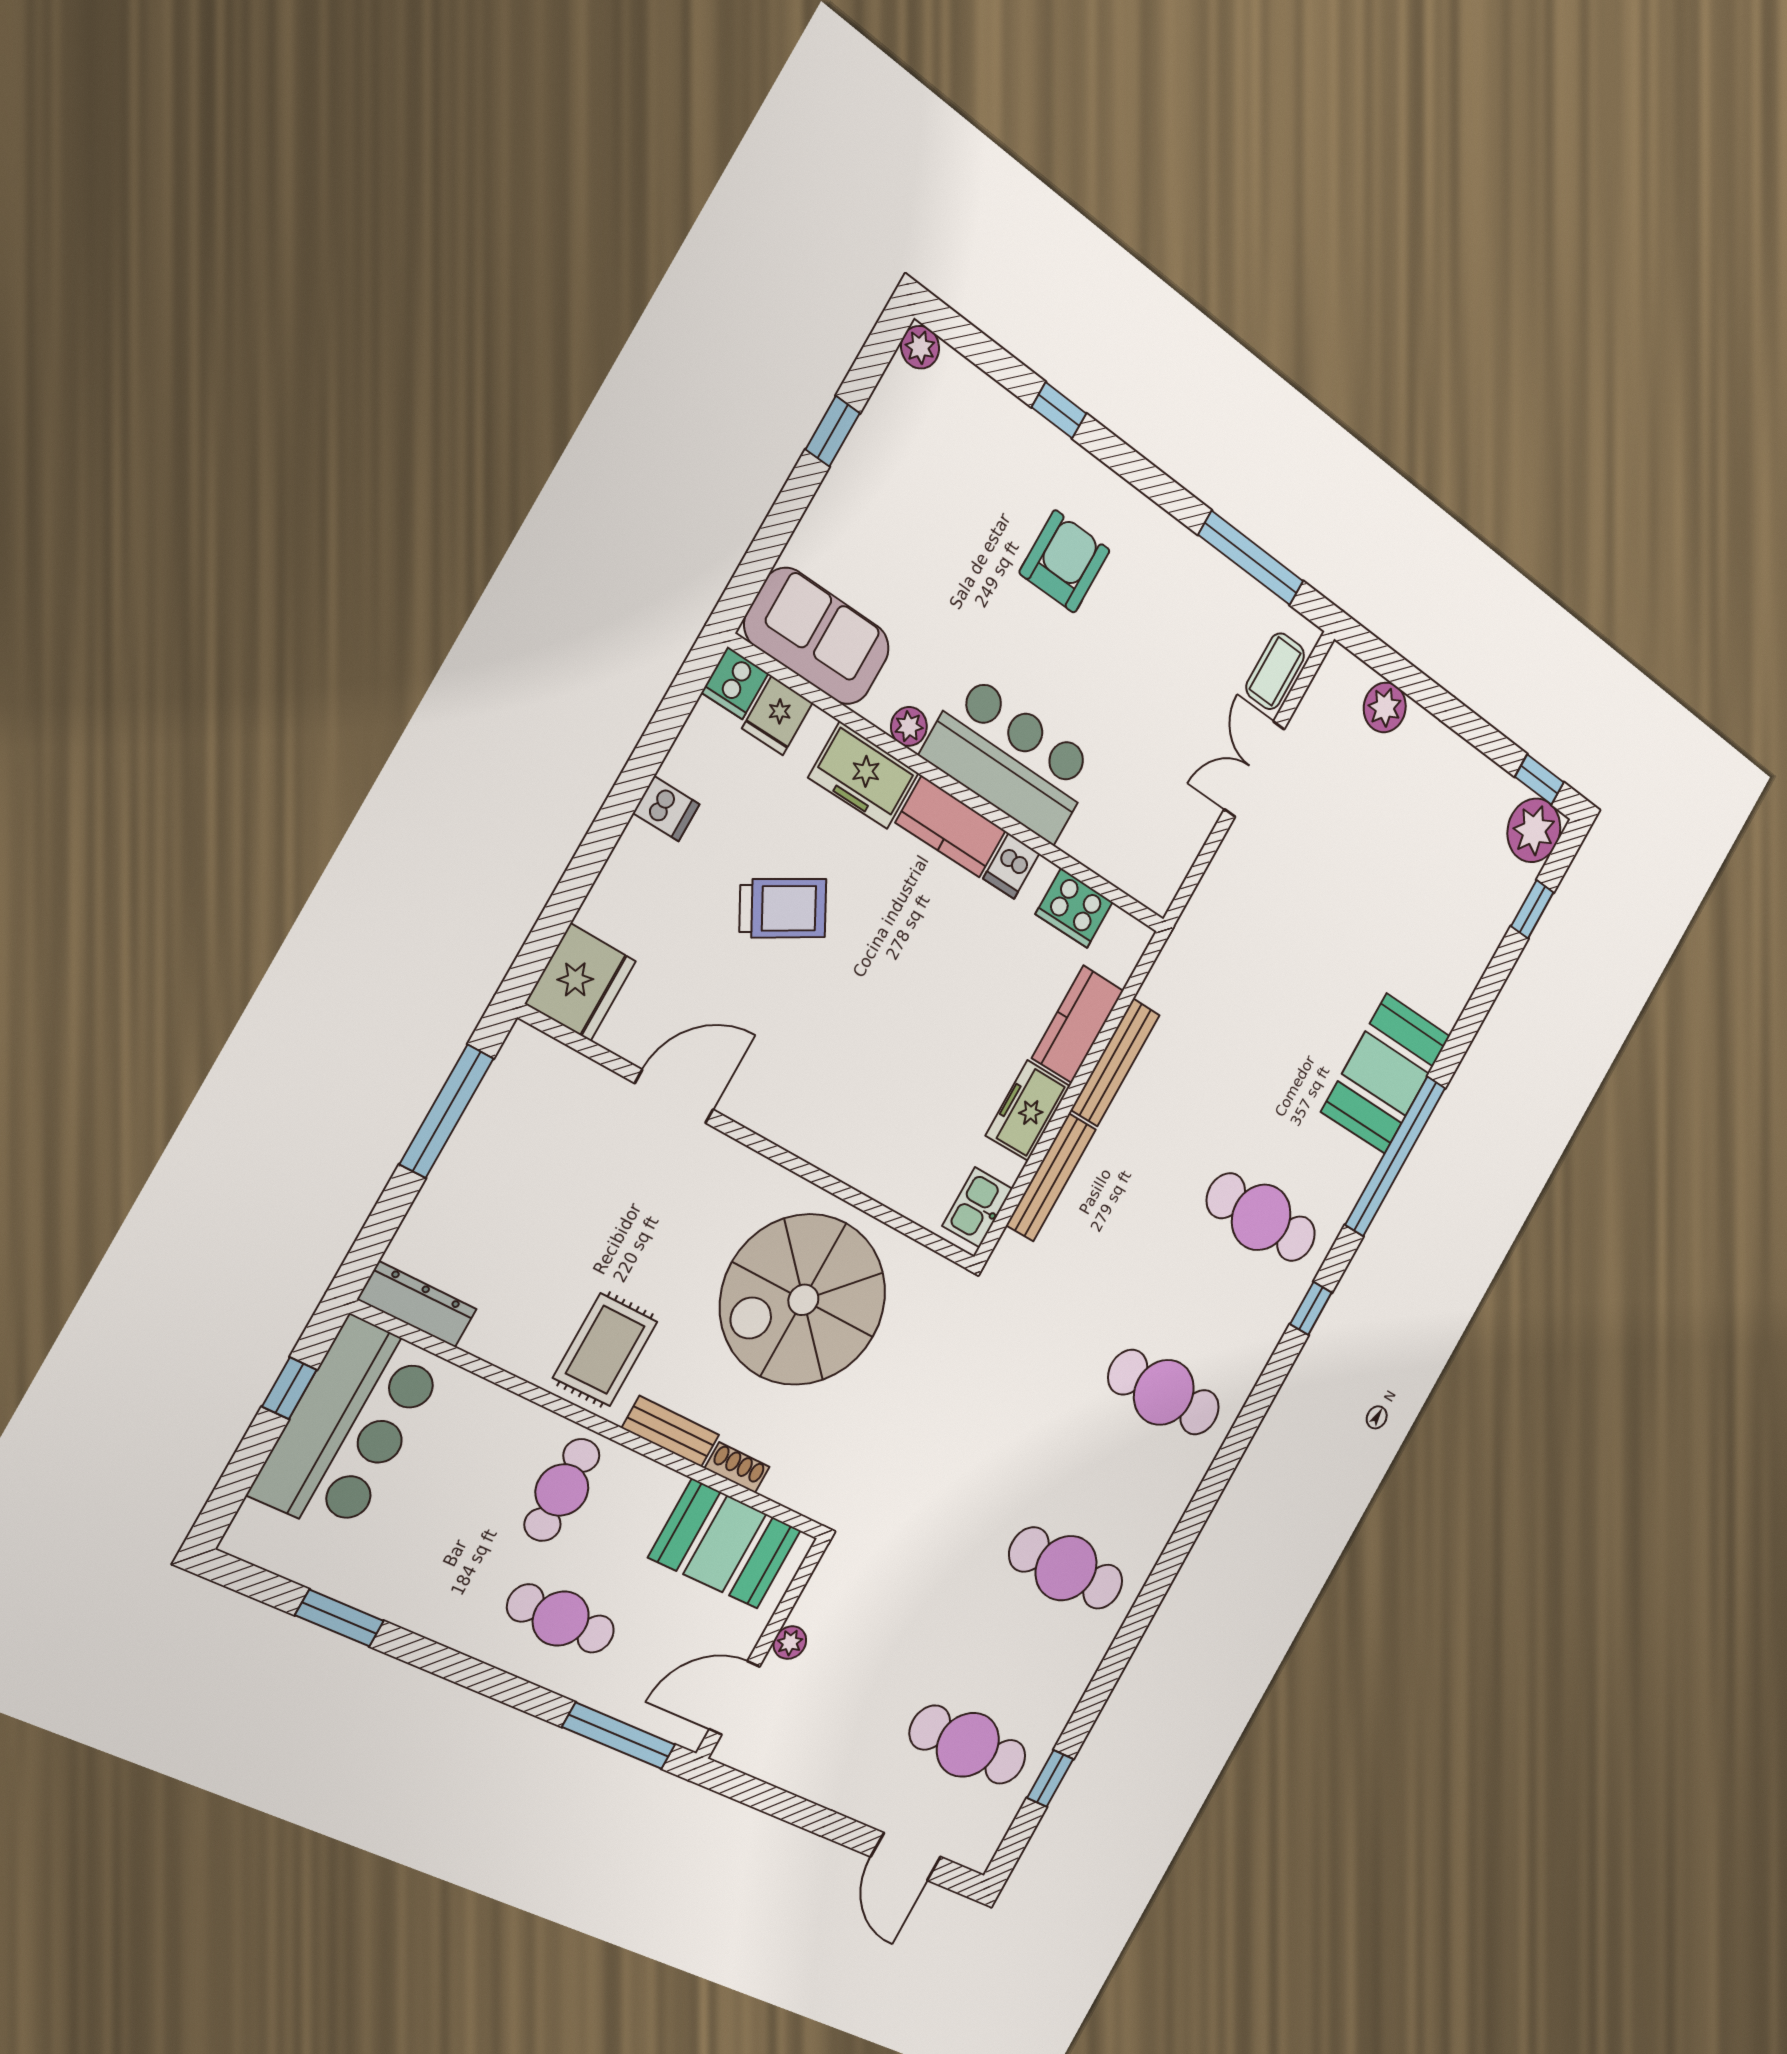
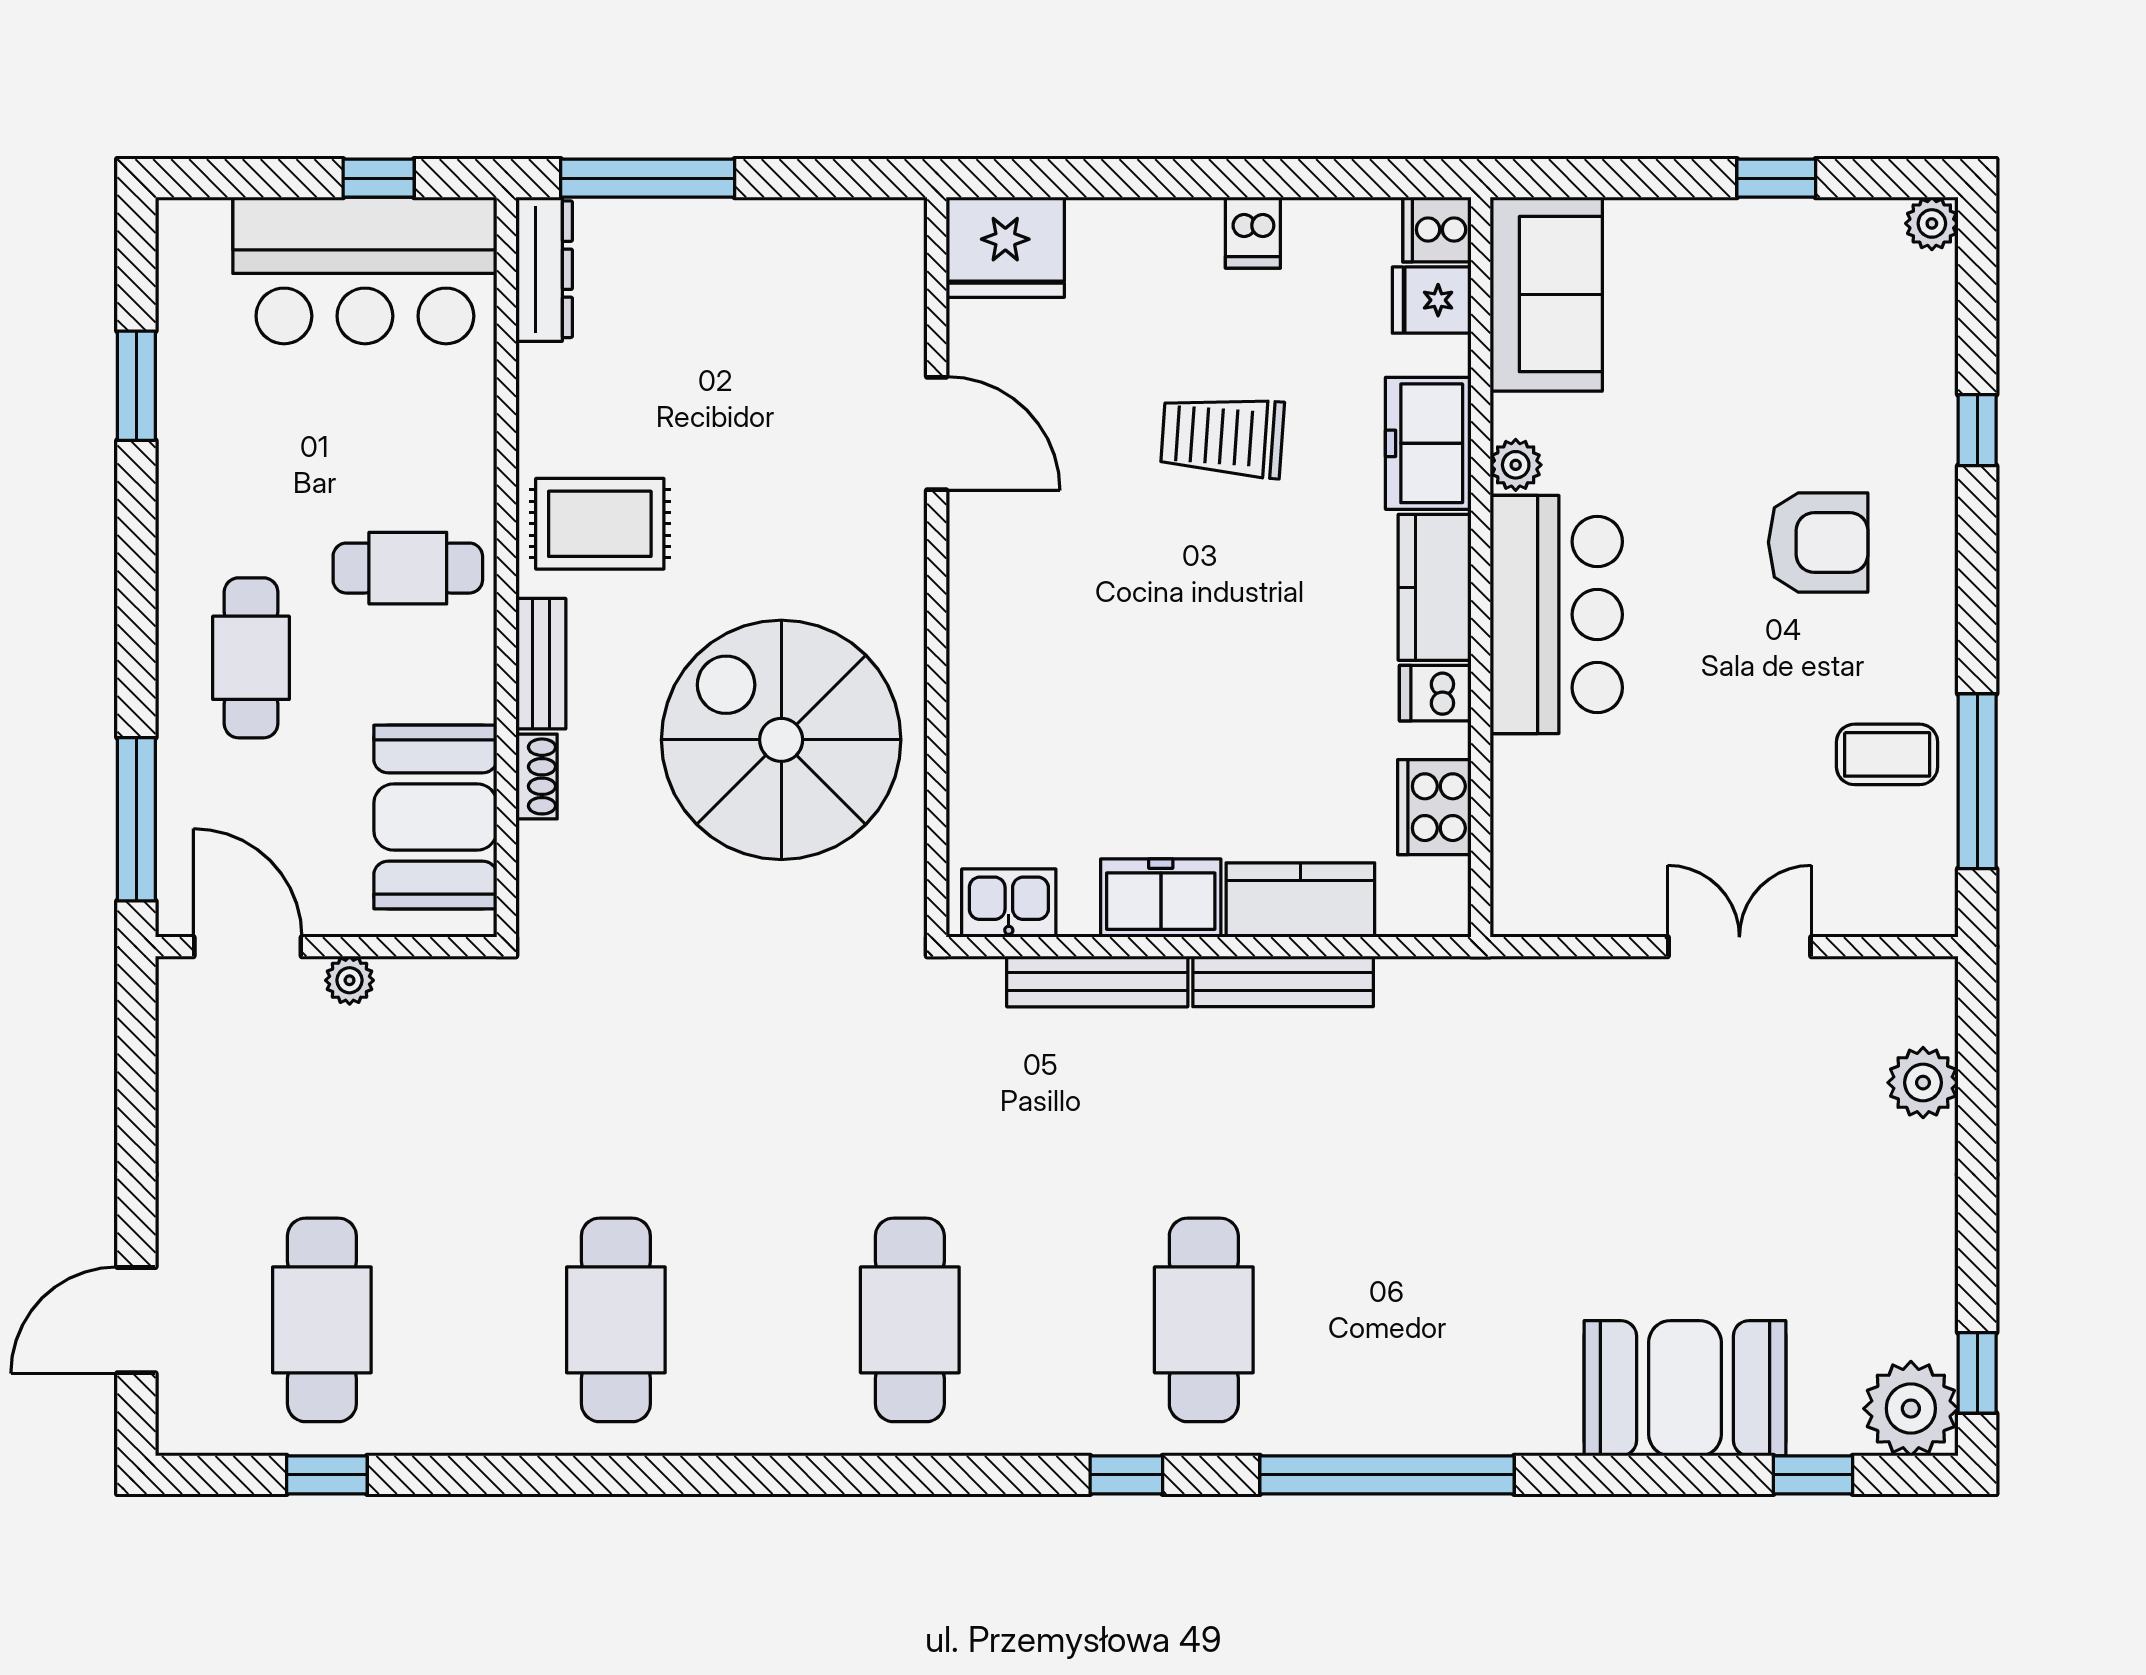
coffee table: (1275, 671) -> (1887, 754), moved
trolley: (783, 908) -> (1222, 436), turned 124
booth: (1386, 1074) -> (1685, 1388), moved
window: (447, 1111) -> (648, 178), moved

